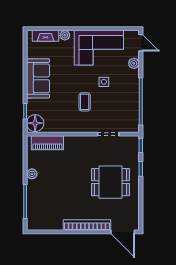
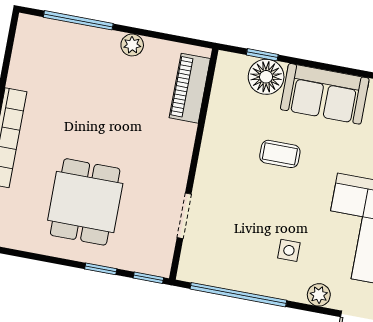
side table: (104, 82) -> (289, 250), moved
coffee table: (85, 102) -> (280, 154), moved
floor lamp: (35, 123) -> (266, 77), moved

